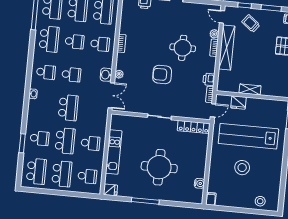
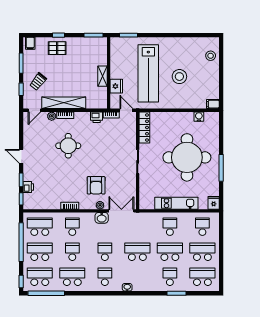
armchair: (162, 75) -> (96, 185), moved
round table: (159, 167) -> (187, 157), width x1.36, depth x1.36

